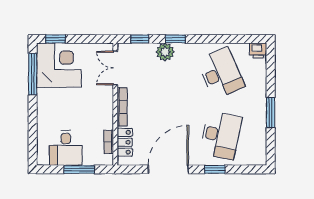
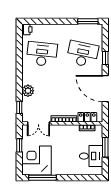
window: (55, 39) -> (19, 145), moved
window: (175, 39) -> (19, 84), removed
desk: (221, 73) -> (42, 54), turned 30
window: (271, 113) -> (88, 21), moved

